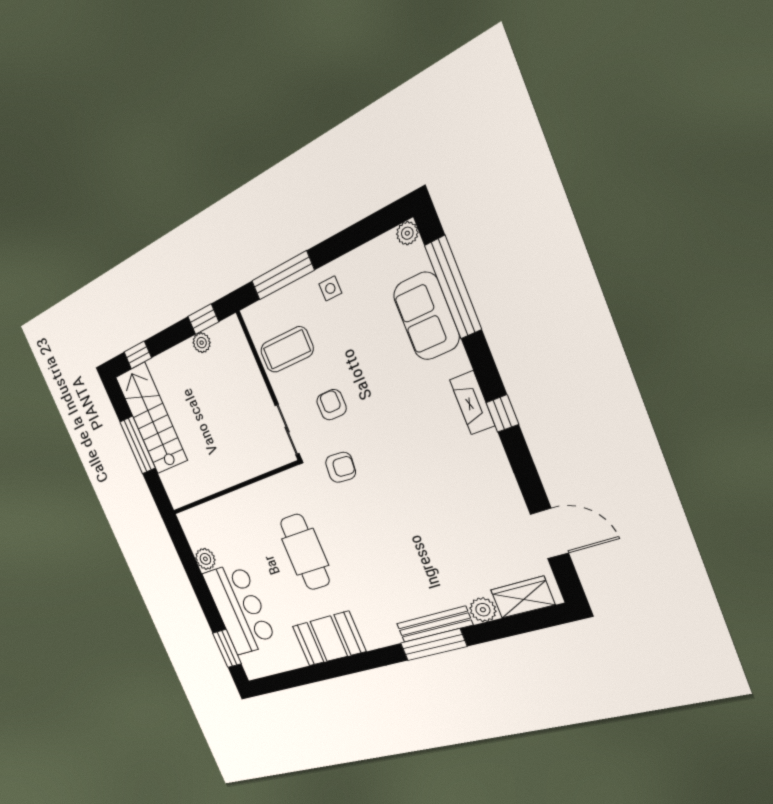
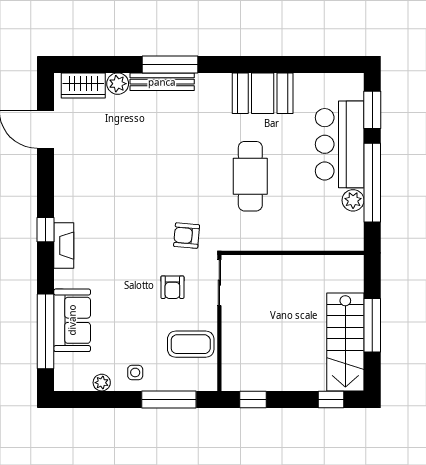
plant: (407, 233) -> (102, 383), moved
plant: (202, 343) -> (264, 382), removed
window: (197, 581) -> (372, 183), added

